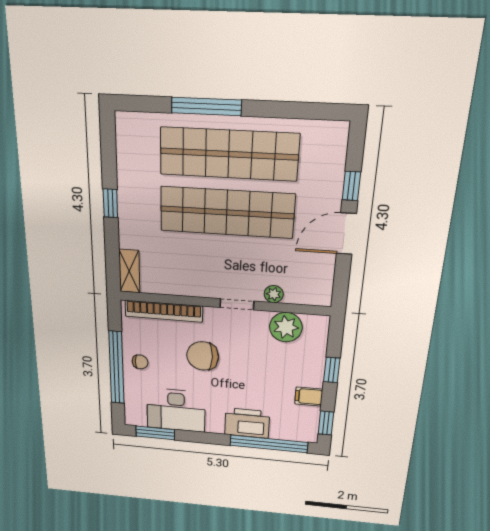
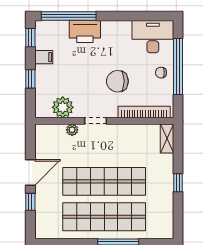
chair: (203, 356) -> (117, 81), turned 180
desk: (176, 410) -> (153, 37), moved
window: (155, 433) -> (151, 16), removed

